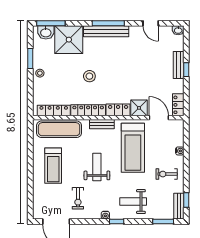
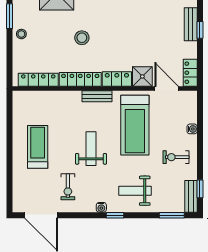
exercise mat: (59, 129) -> (45, 102), removed
treadmill: (53, 166) -> (38, 147), turned 180

